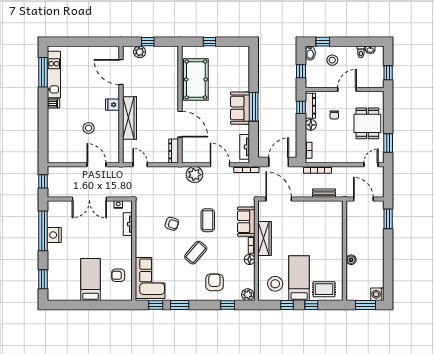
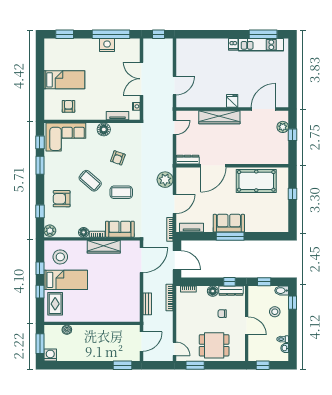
stool: (89, 128) -> (210, 78), removed
floor lamp: (142, 238) -> (104, 129), added
boiler: (351, 260) -> (67, 330), moved
armchair: (214, 282) -> (62, 199), turned 180

